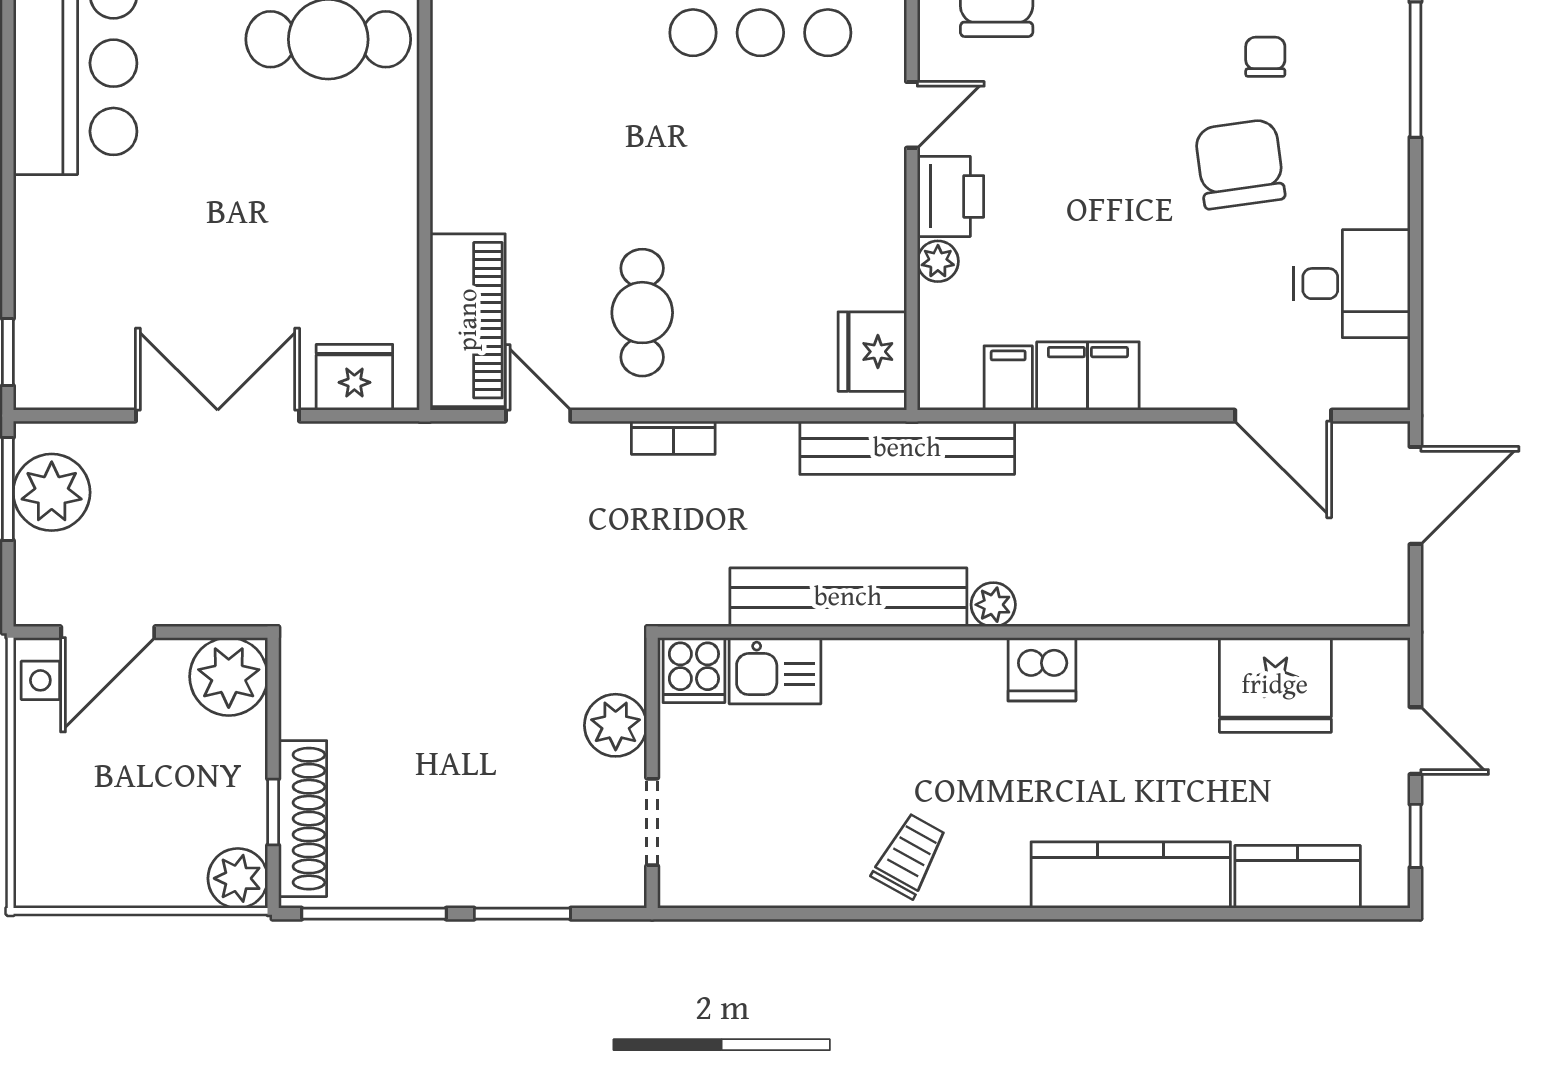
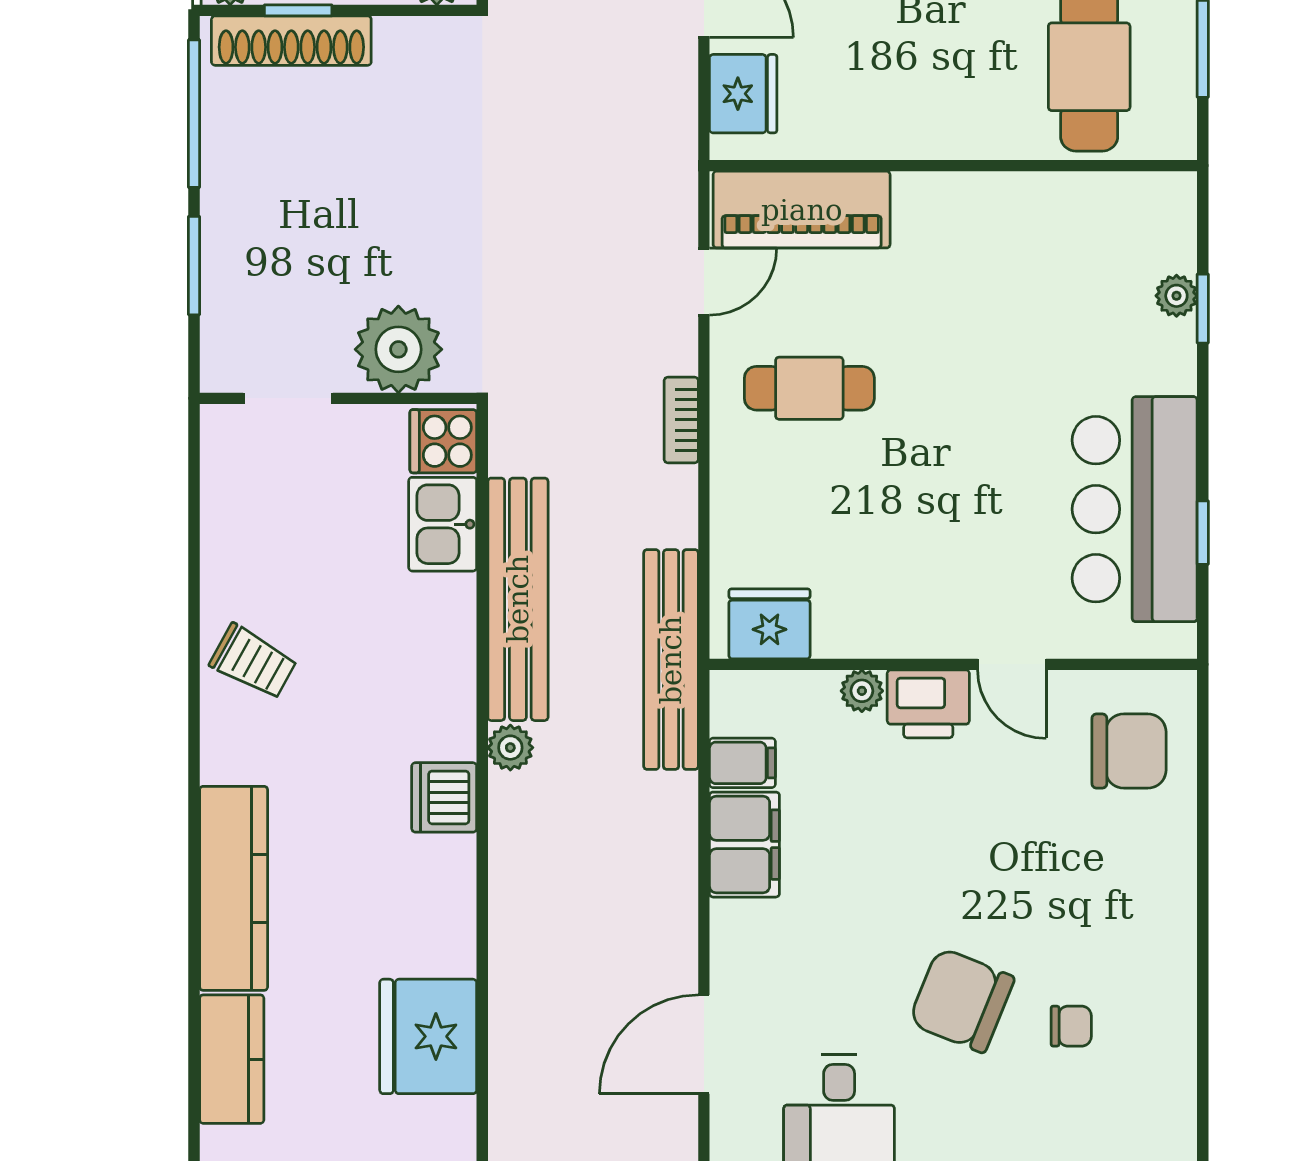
chair: (1240, 164) -> (961, 1000), turned -150
plant: (616, 725) -> (398, 349), width x1.36, depth x1.36

